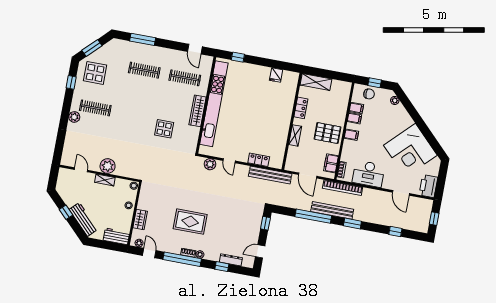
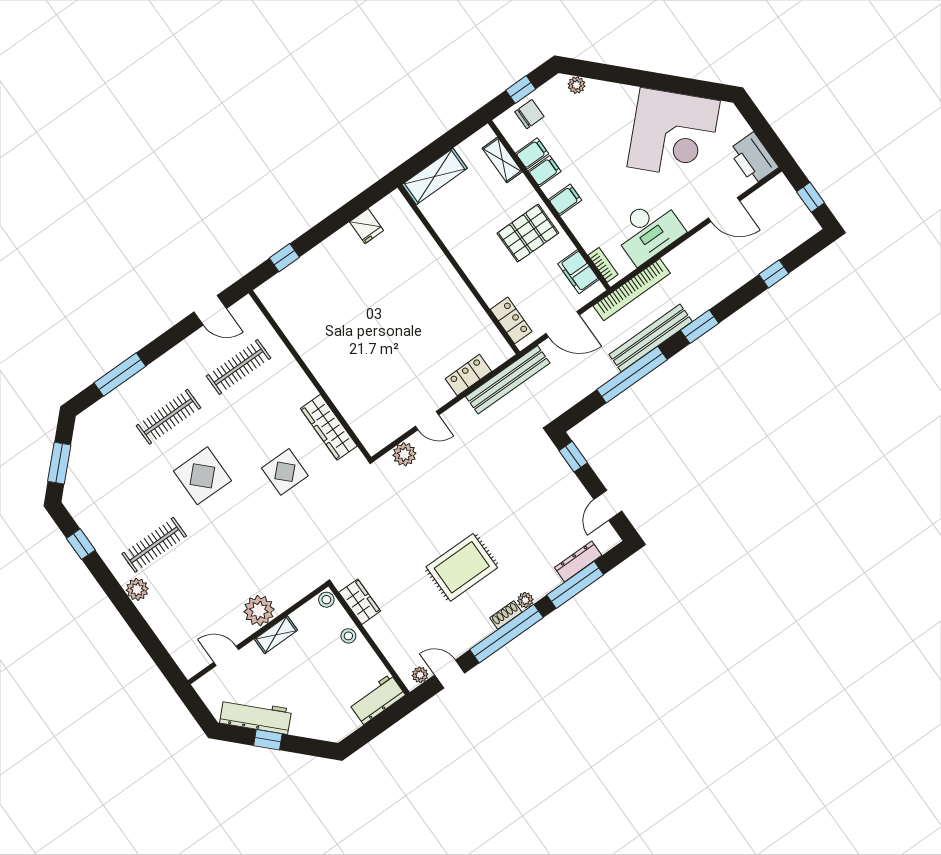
display table: (95, 73) -> (202, 476), moved
kitchen unit: (214, 104) -> (319, 361), removed
locker: (301, 108) -> (511, 320), moved
wardrobe: (198, 111) -> (329, 427), moved
shelving: (295, 135) -> (502, 160), moved
workbench: (83, 219) -> (256, 716), moved
wardrobe: (140, 219) -> (360, 602), moved
window: (222, 267) -> (575, 585), width x2.17

